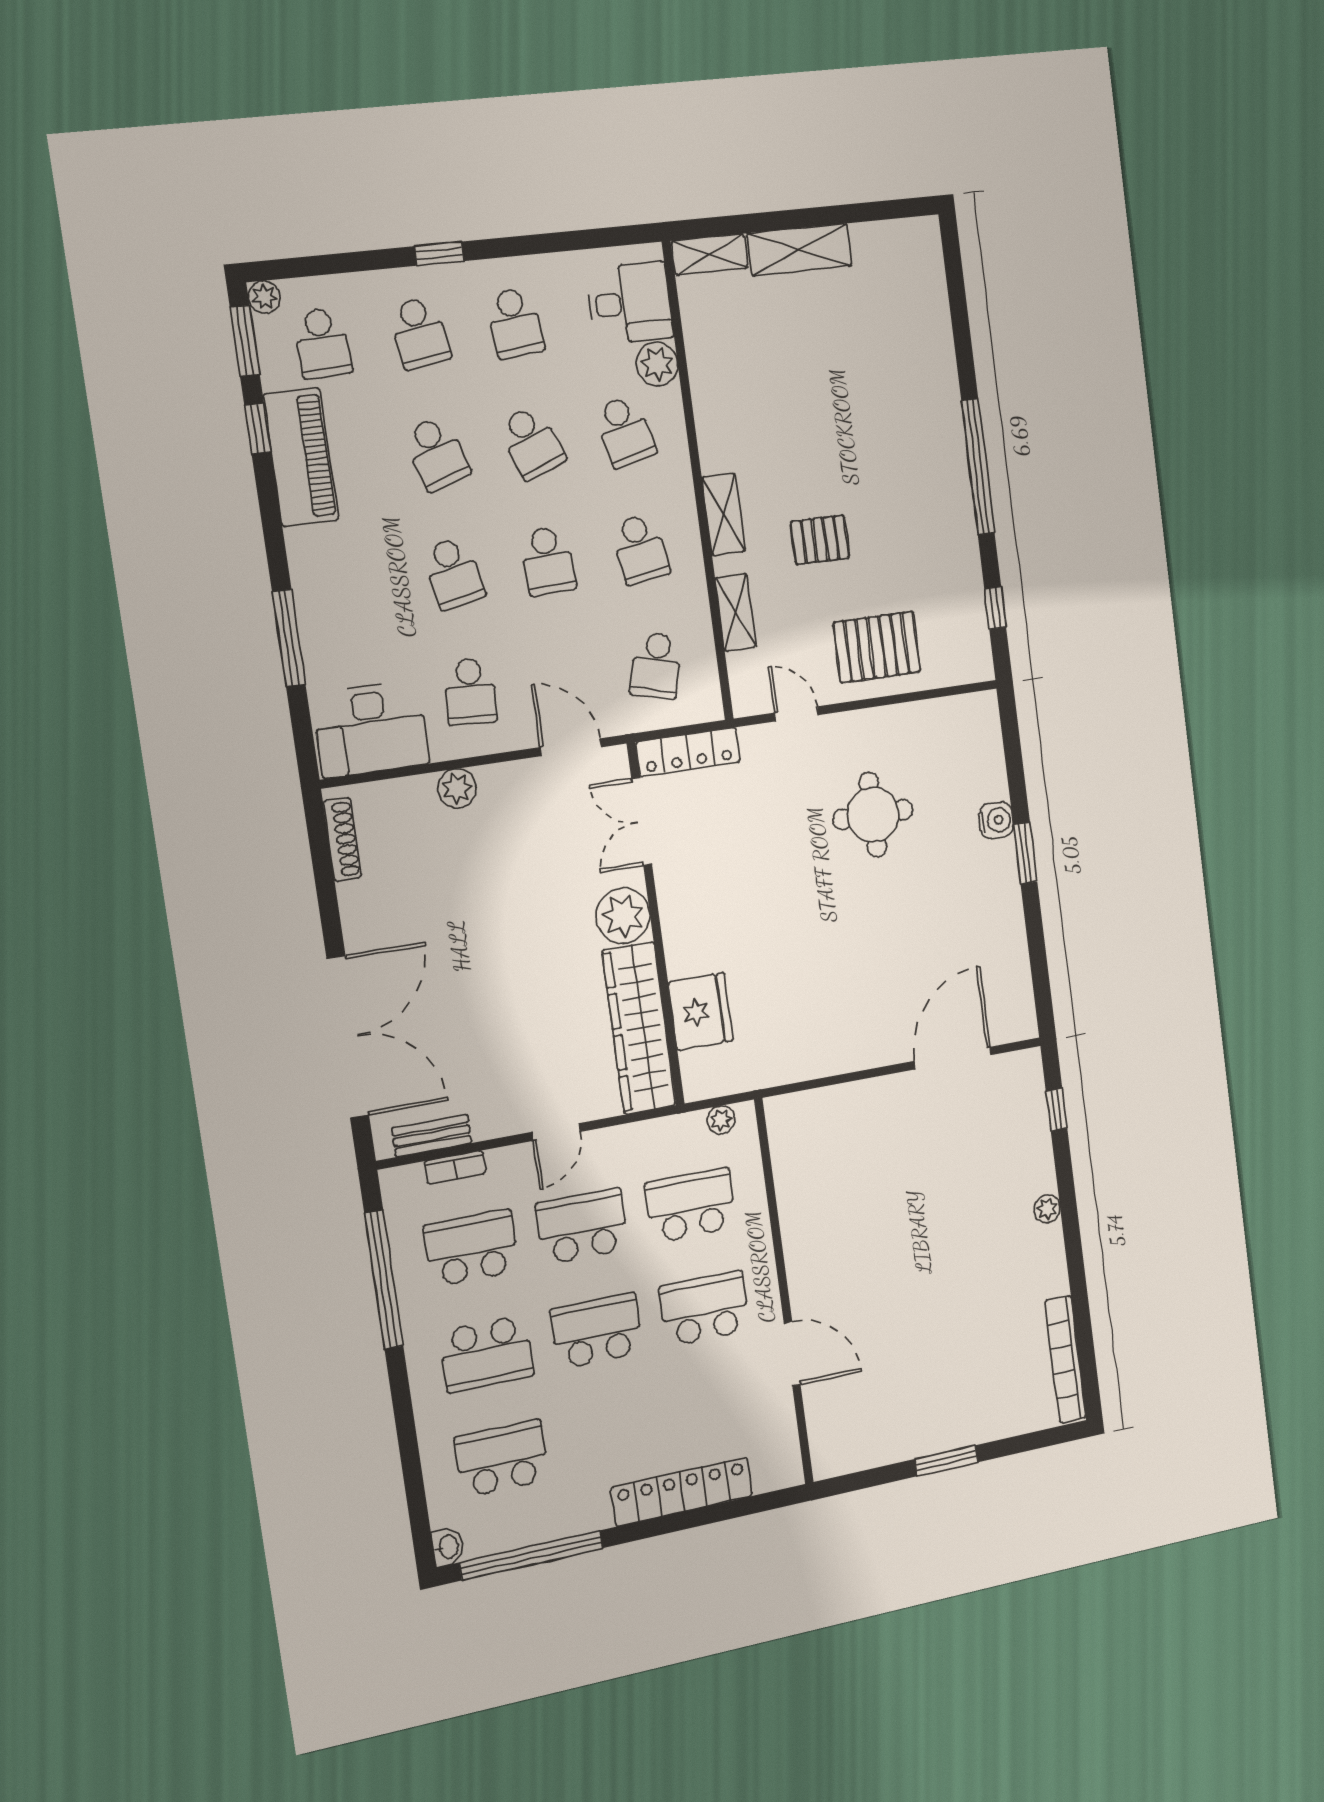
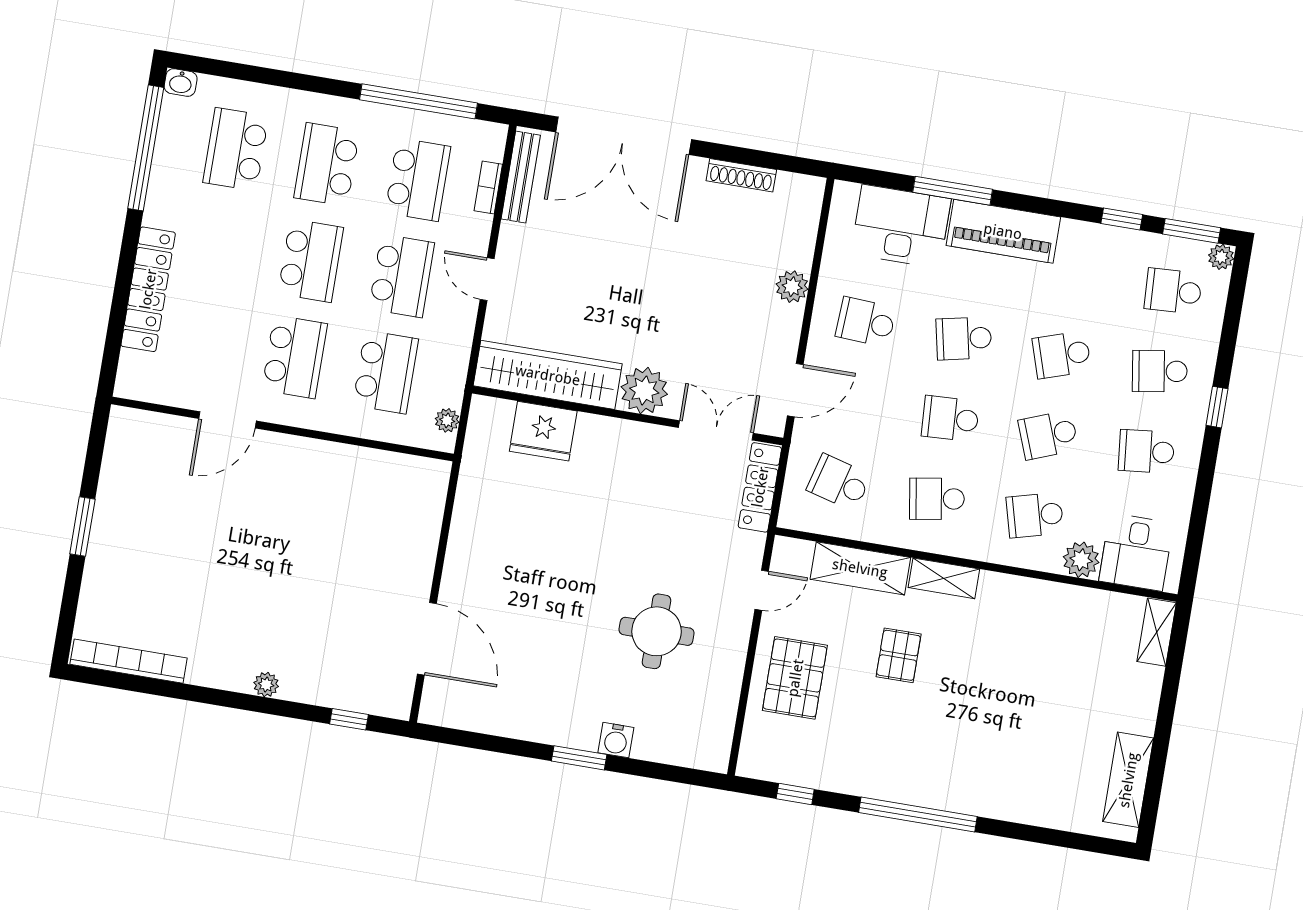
shelving: (799, 250) -> (1128, 780), moved
piano: (301, 457) -> (1003, 231), moved
shelving: (736, 612) -> (860, 568), width x1.50, depth x1.33
desk: (371, 729) -> (901, 226), moved, turned 90
shoe rack: (342, 839) -> (741, 175), moved
bench: (432, 1136) -> (521, 177), width x1.36
school desk: (502, 1459) -> (236, 149), turned 180

